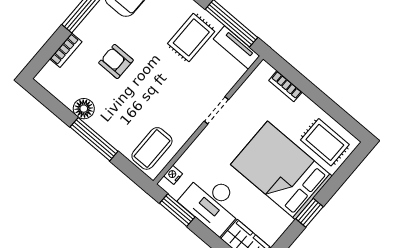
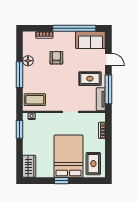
desk: (212, 203) -> (34, 140), removed

